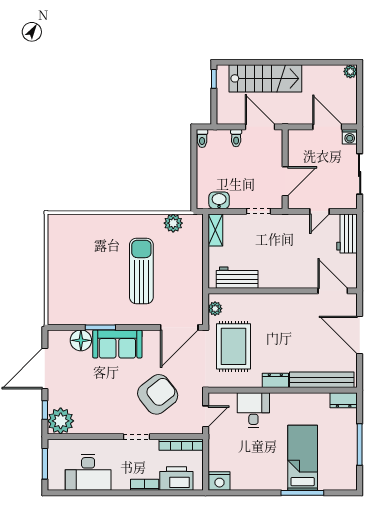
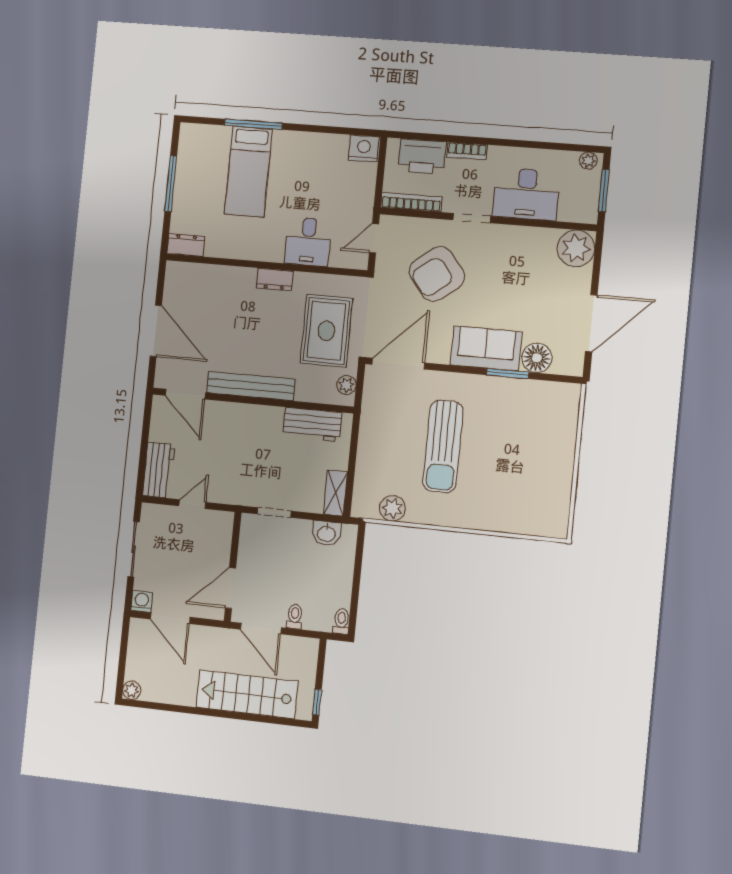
door: (285, 181) -> (230, 588), moved
bench: (322, 380) -> (251, 386), moved
window: (45, 410) -> (597, 265), removed
desk: (88, 473) -> (526, 194), moved, turned 180
plant: (58, 484) -> (588, 161), added

